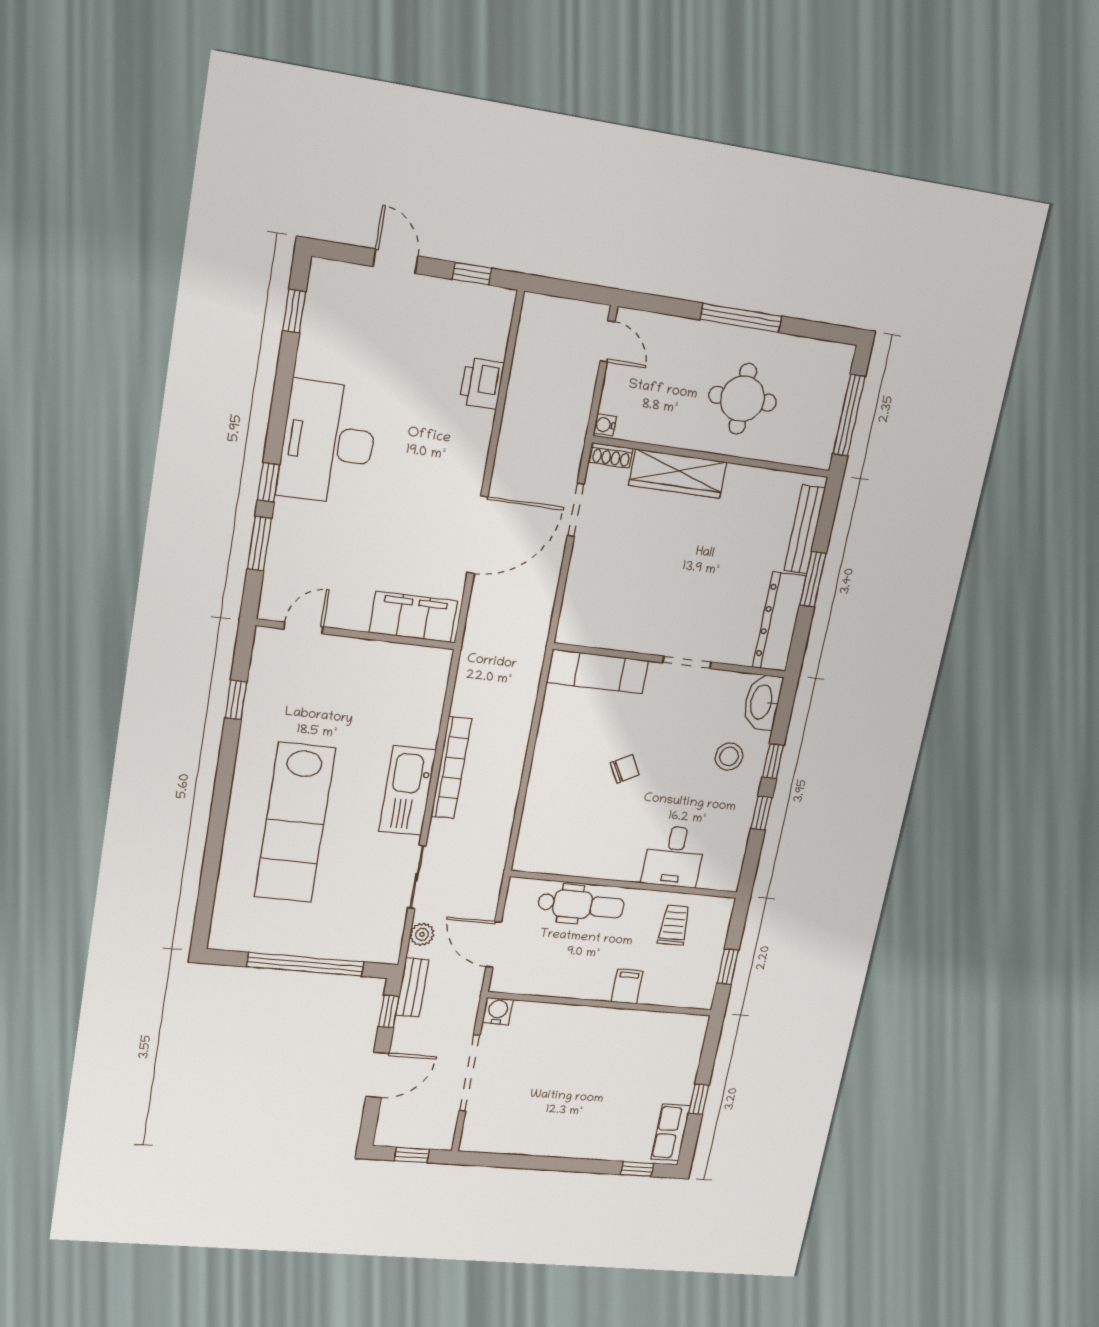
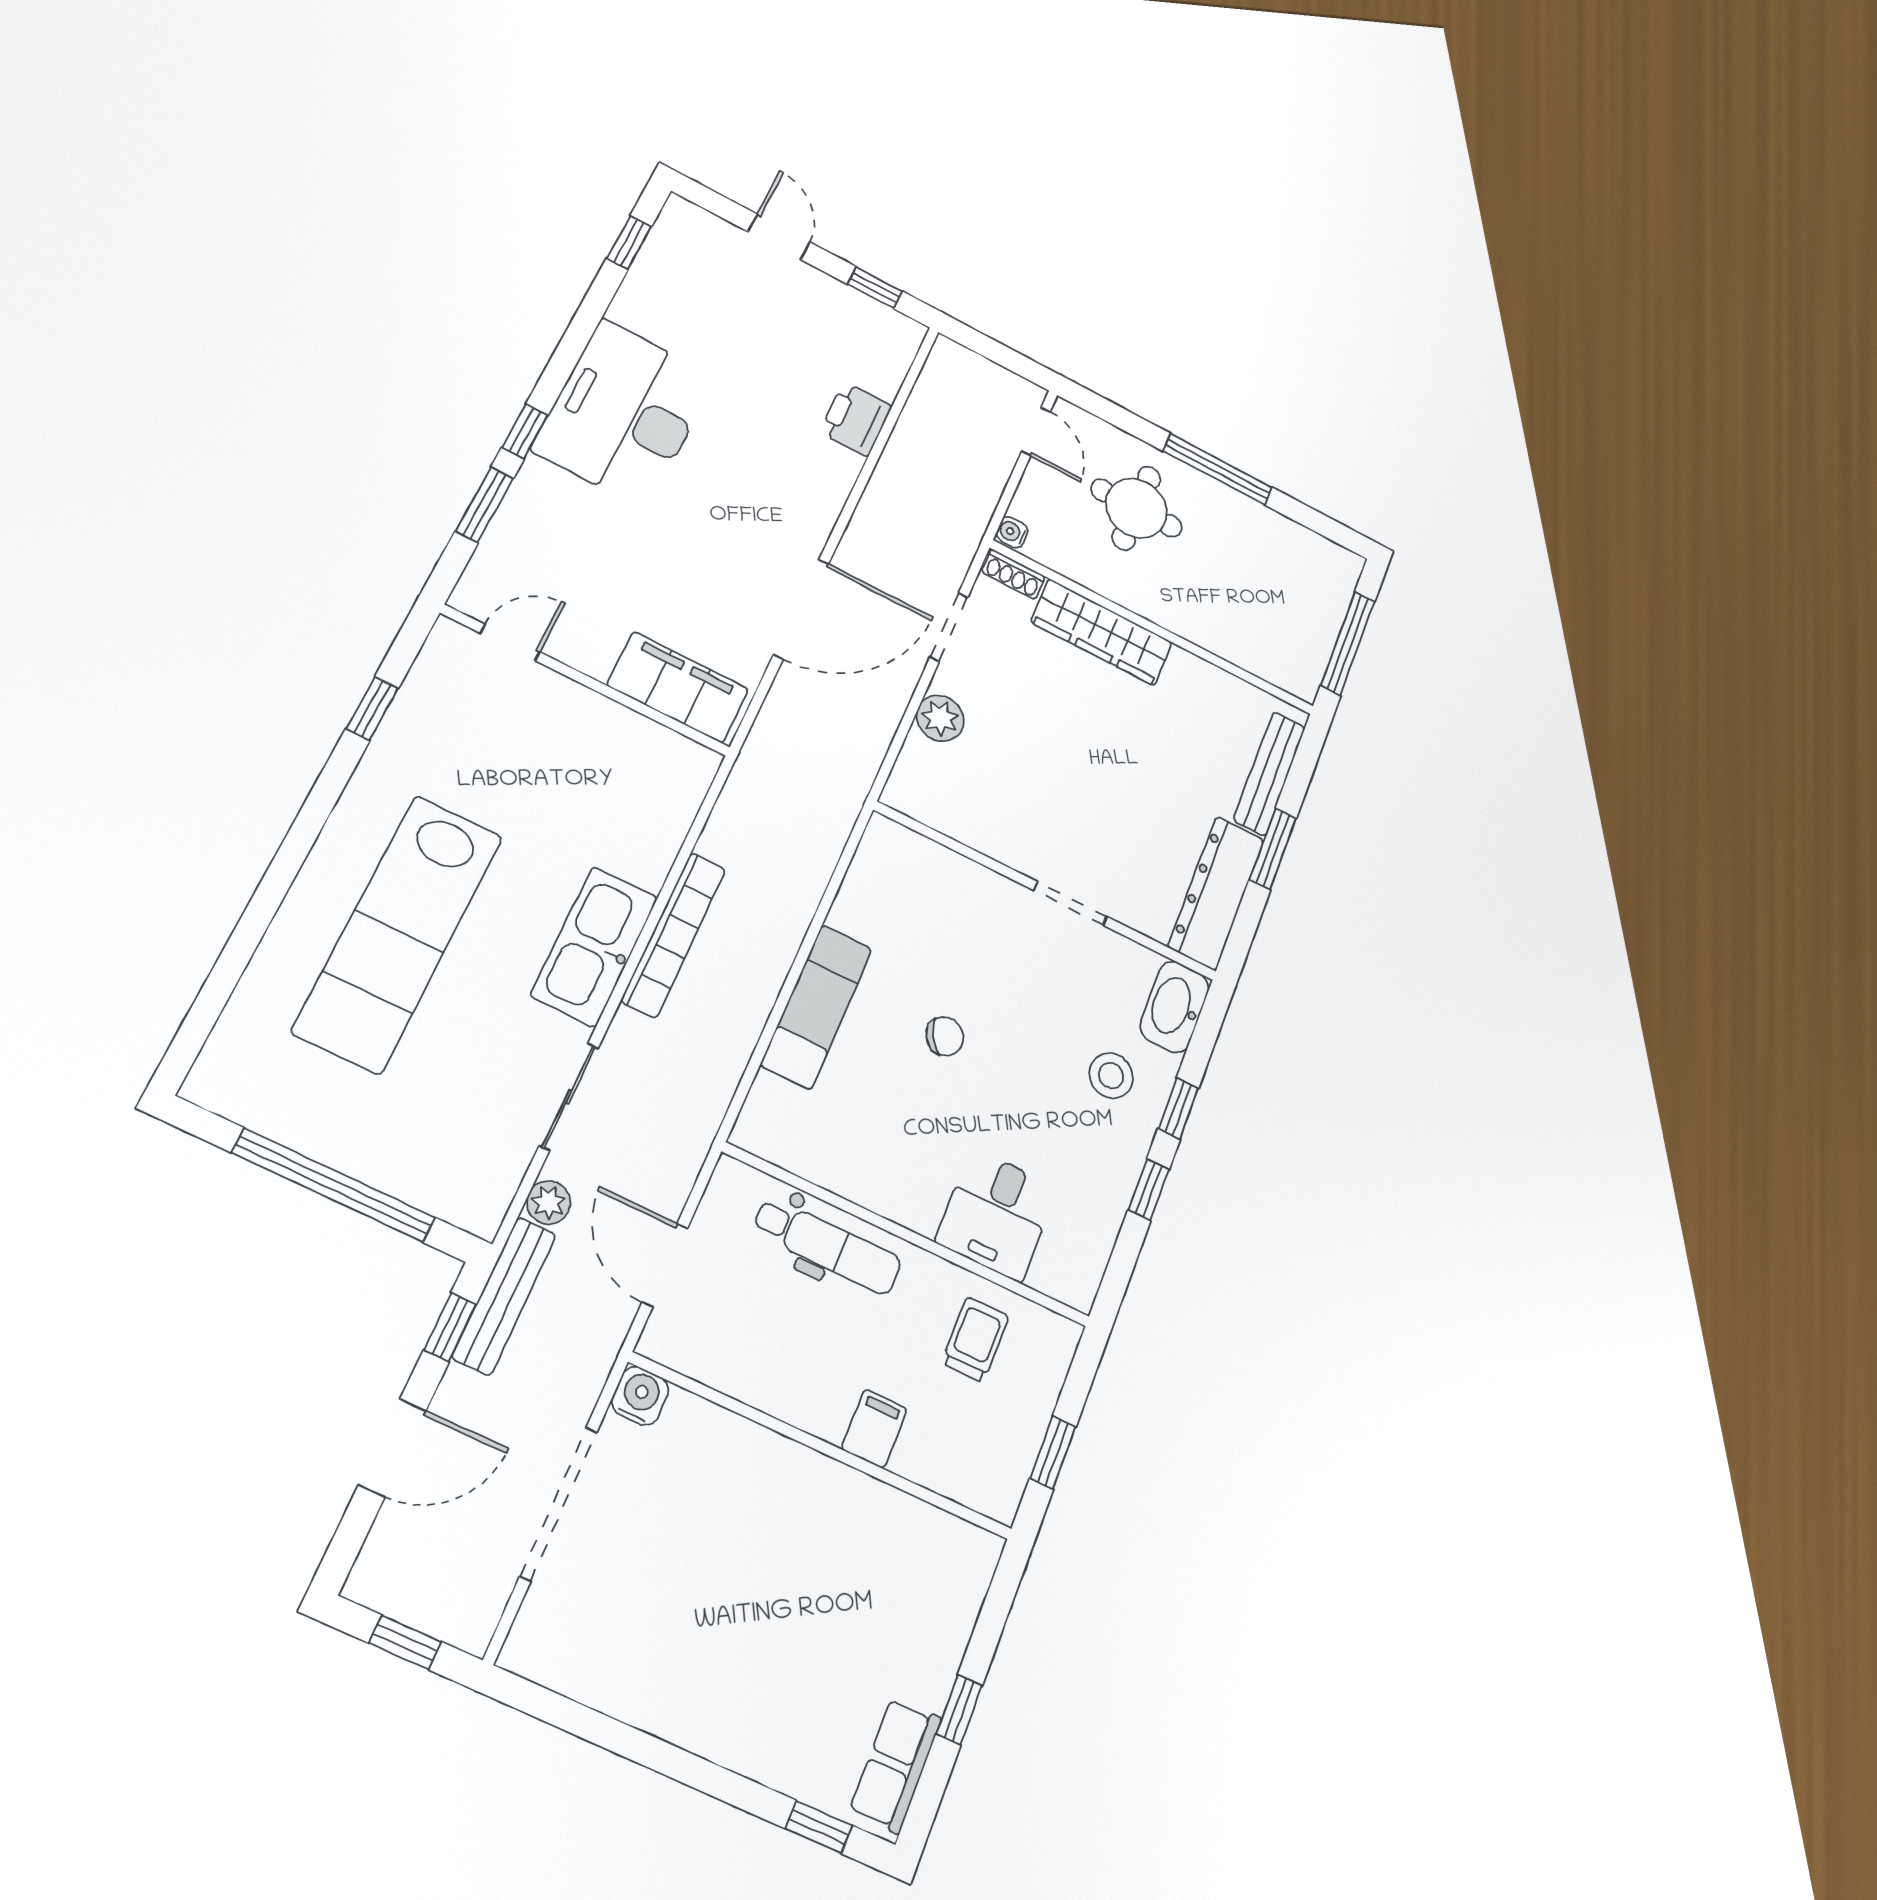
round table: (743, 399) -> (1136, 508), moved
plant: (582, 574) -> (940, 718), added
exam couch: (598, 672) -> (817, 1007), moved, turned -90
bench: (412, 987) -> (504, 1296), width x1.36

